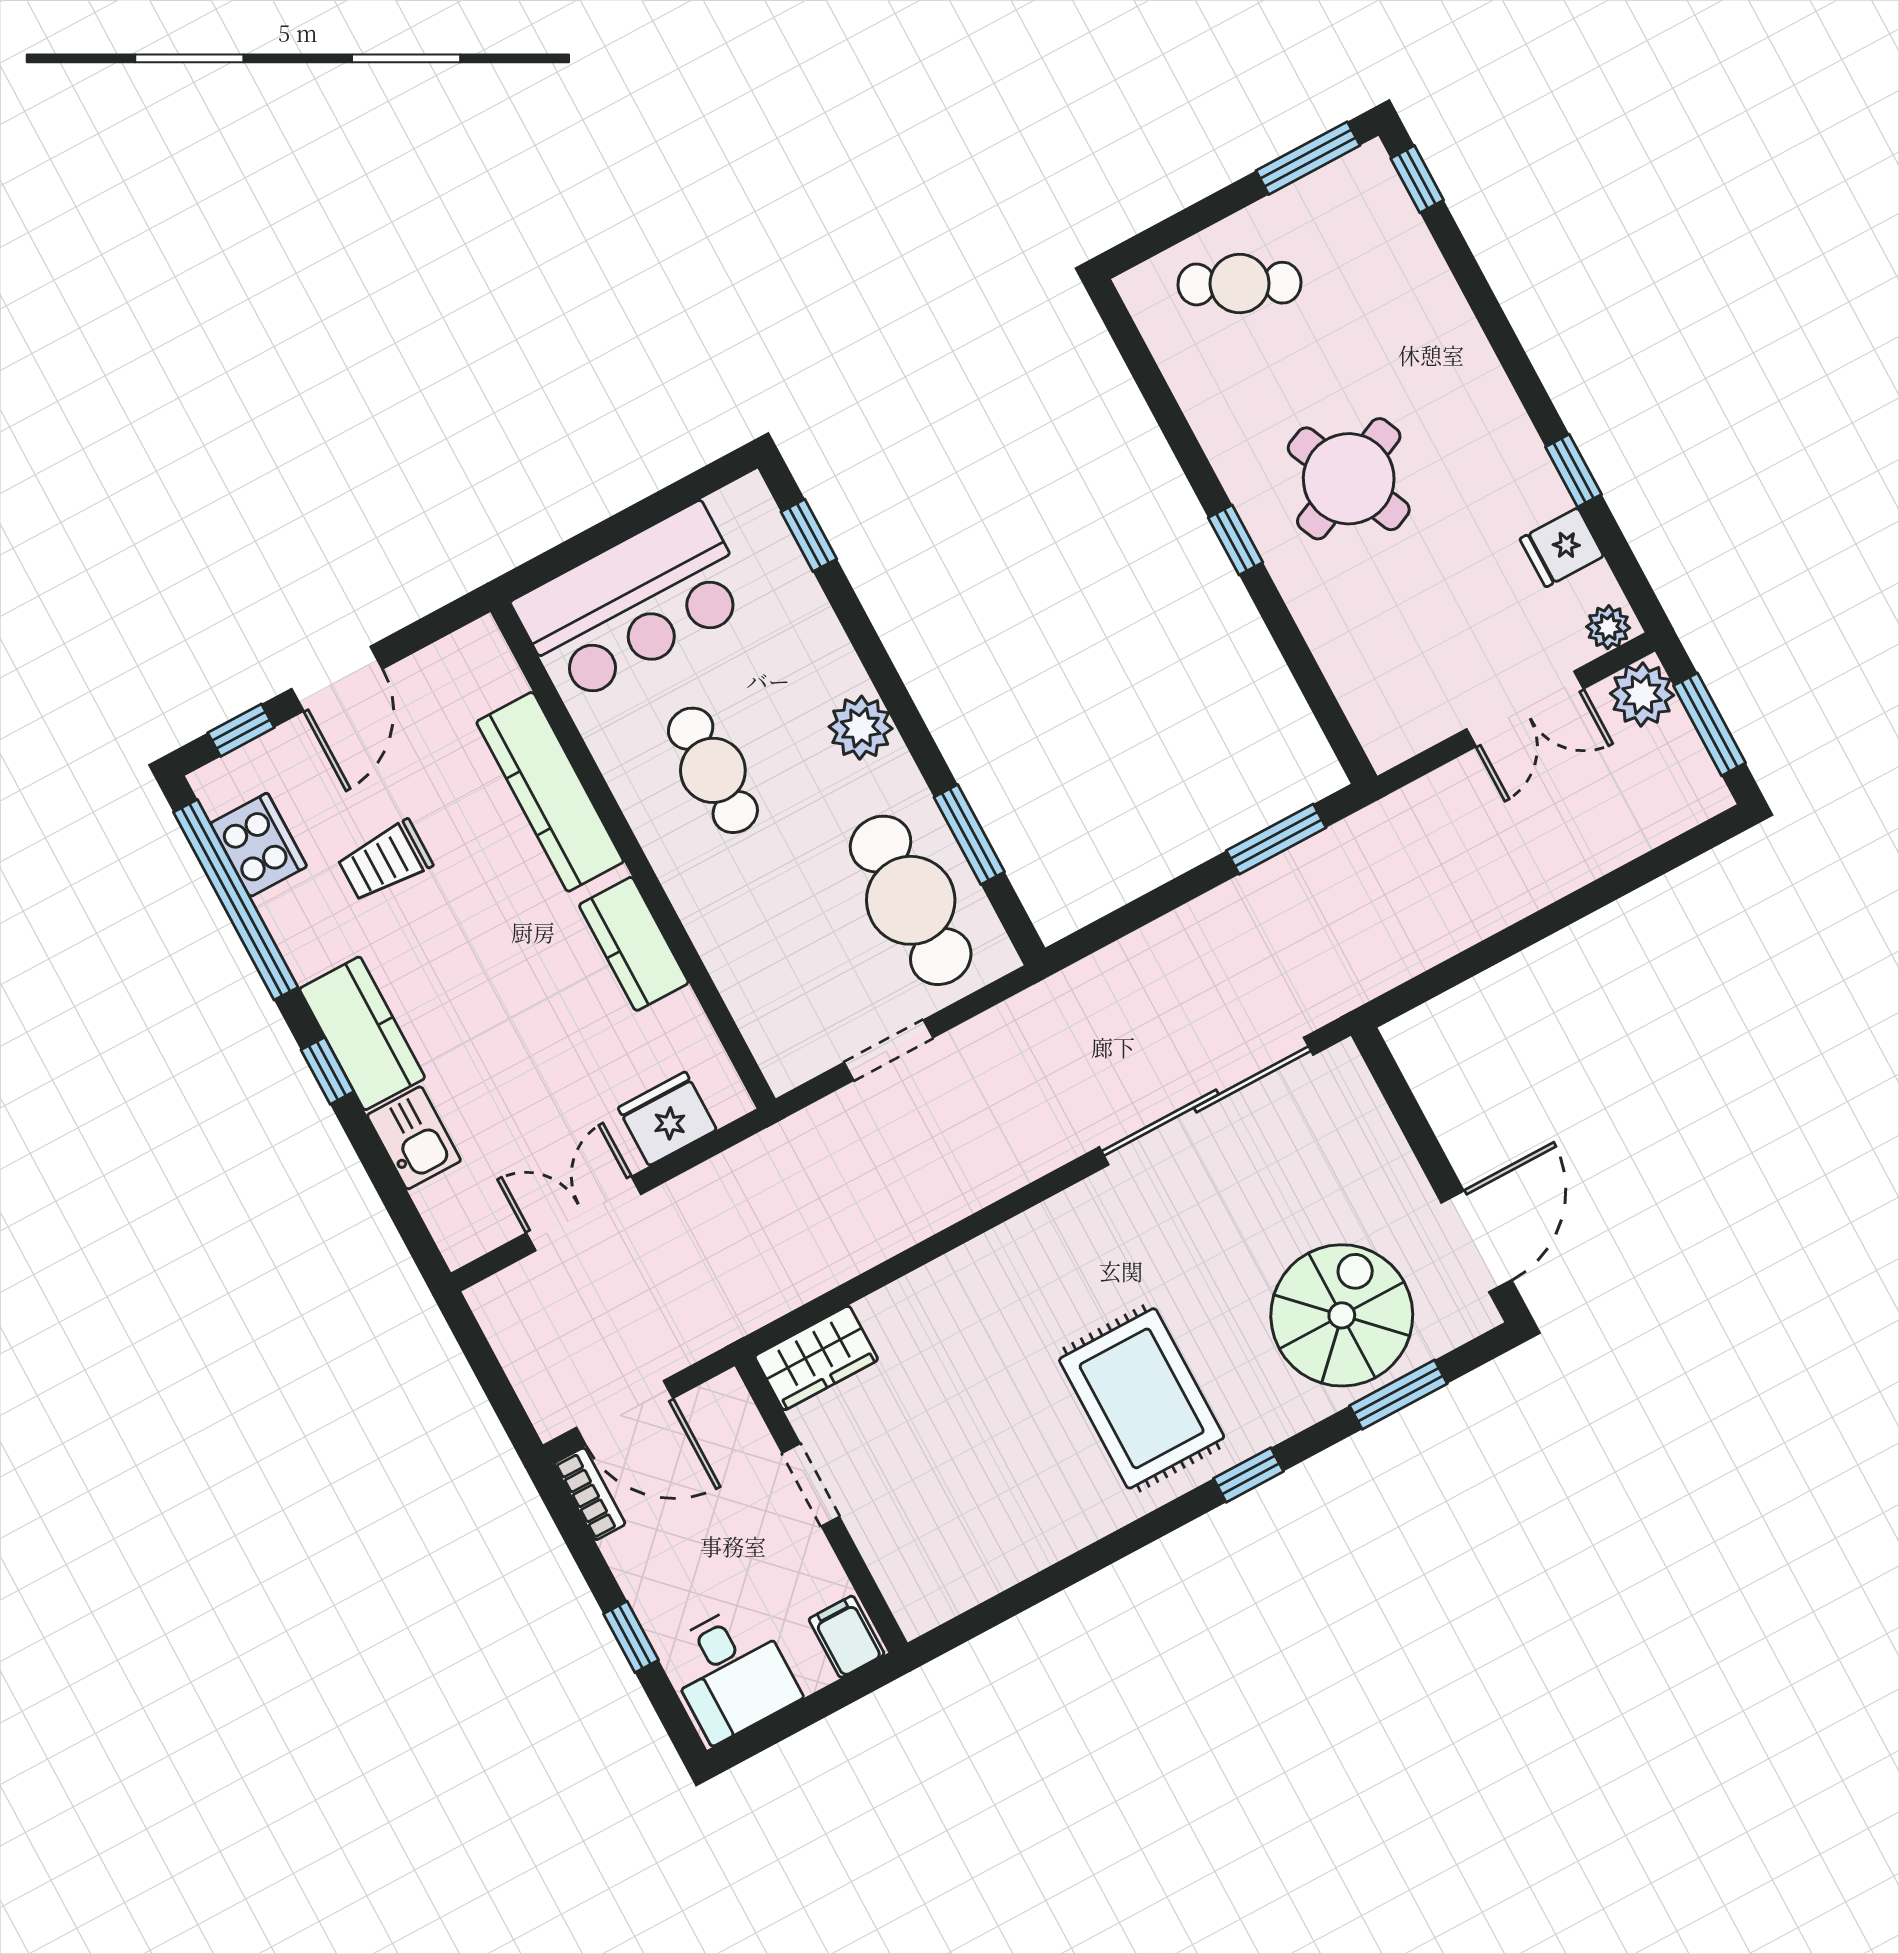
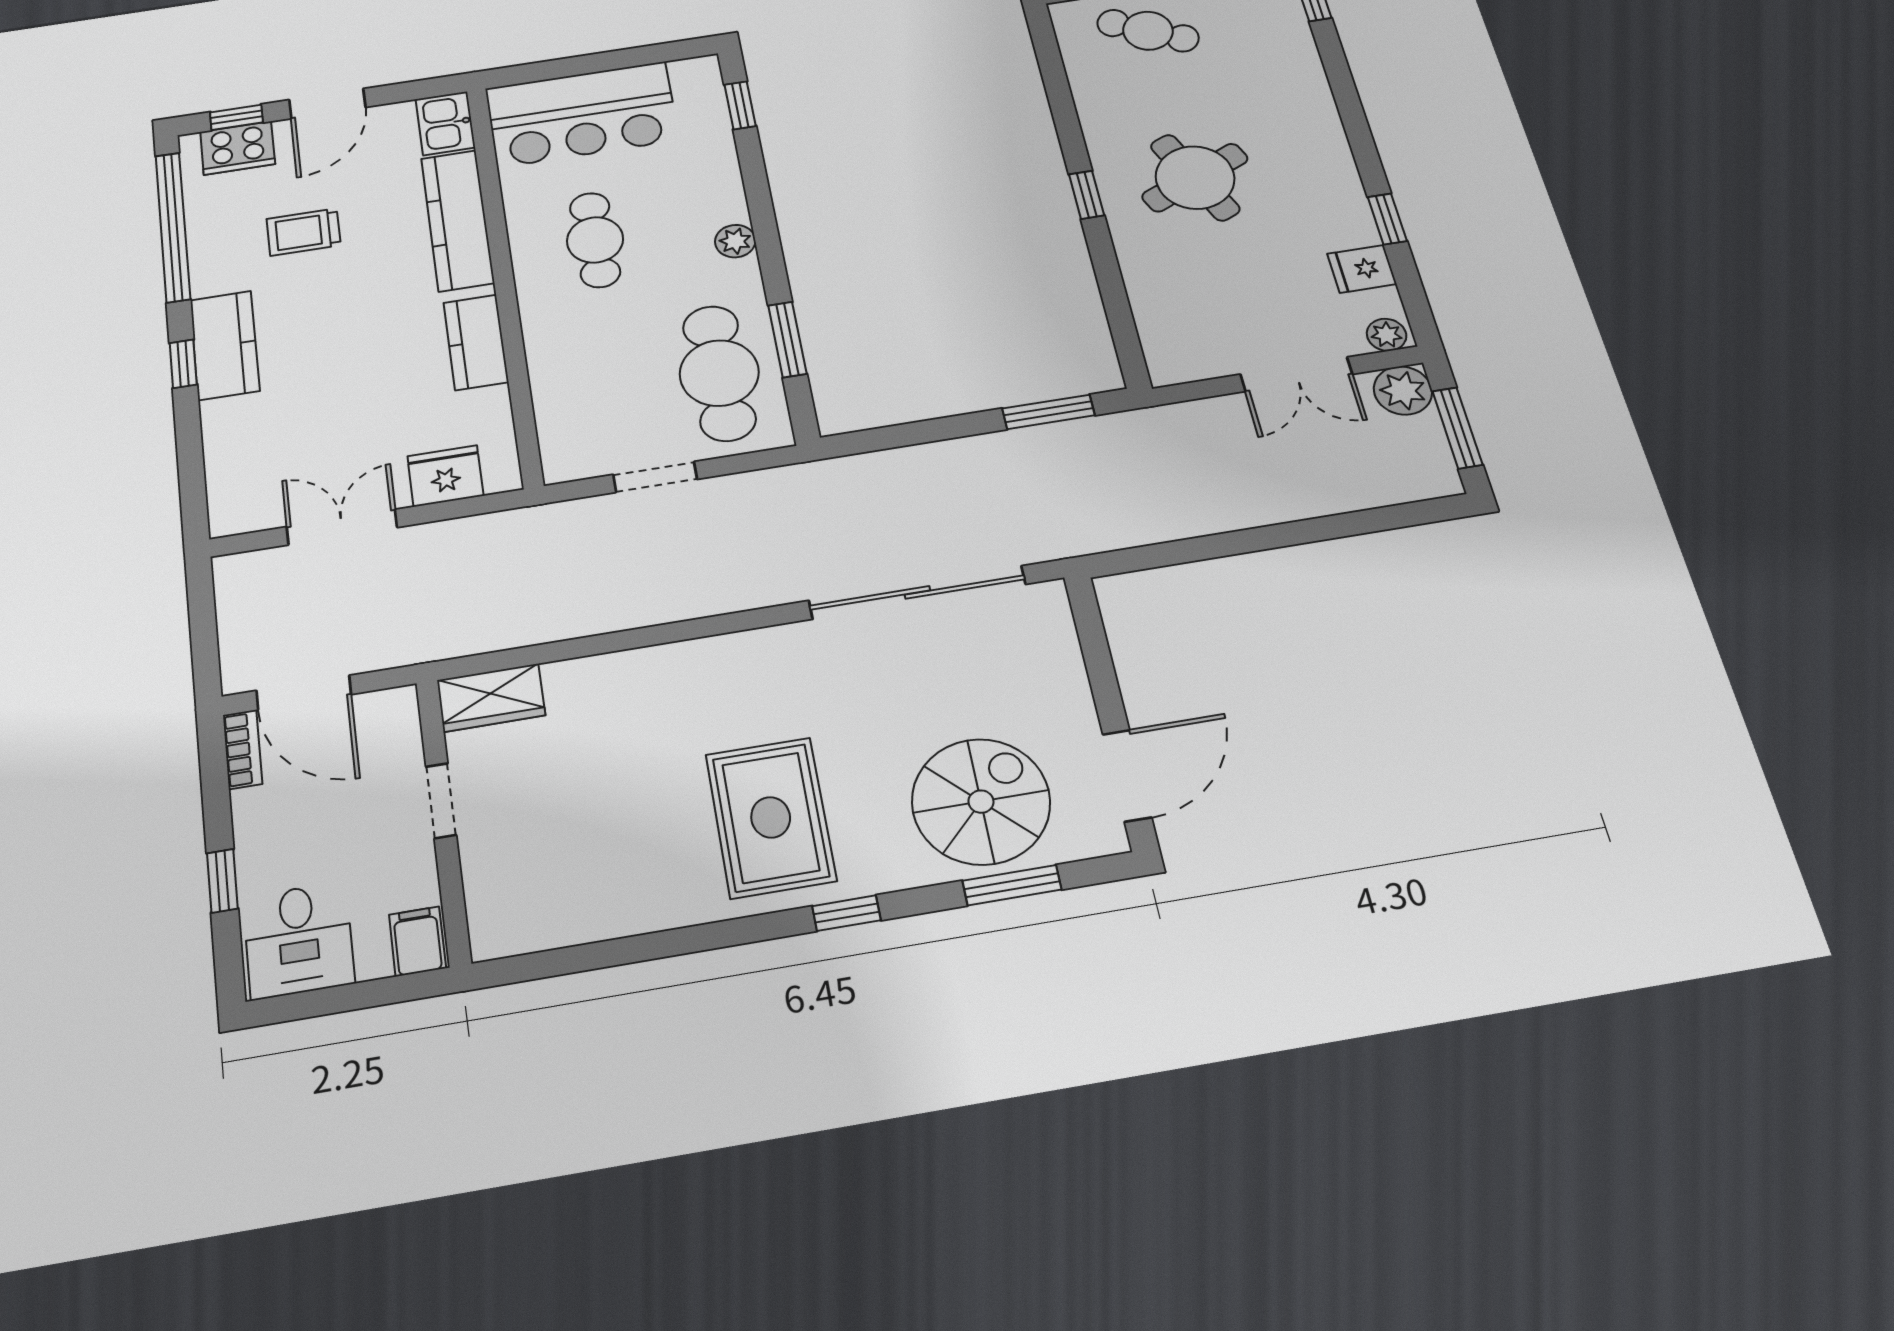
plant: (861, 728) -> (735, 241), width x0.73, depth x0.73
cooker: (259, 845) -> (238, 148), moved, turned 90
kitchen sink: (414, 1138) -> (445, 123), moved, turned 180

